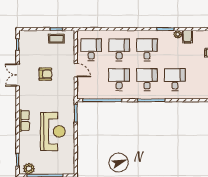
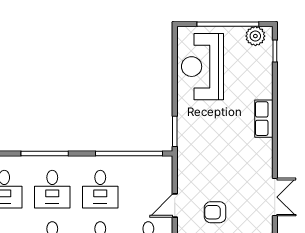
door: (76, 70) -> (175, 205), hinge flipped
armchair: (45, 74) -> (215, 212), moved
reception desk: (53, 131) -> (202, 67), moved

